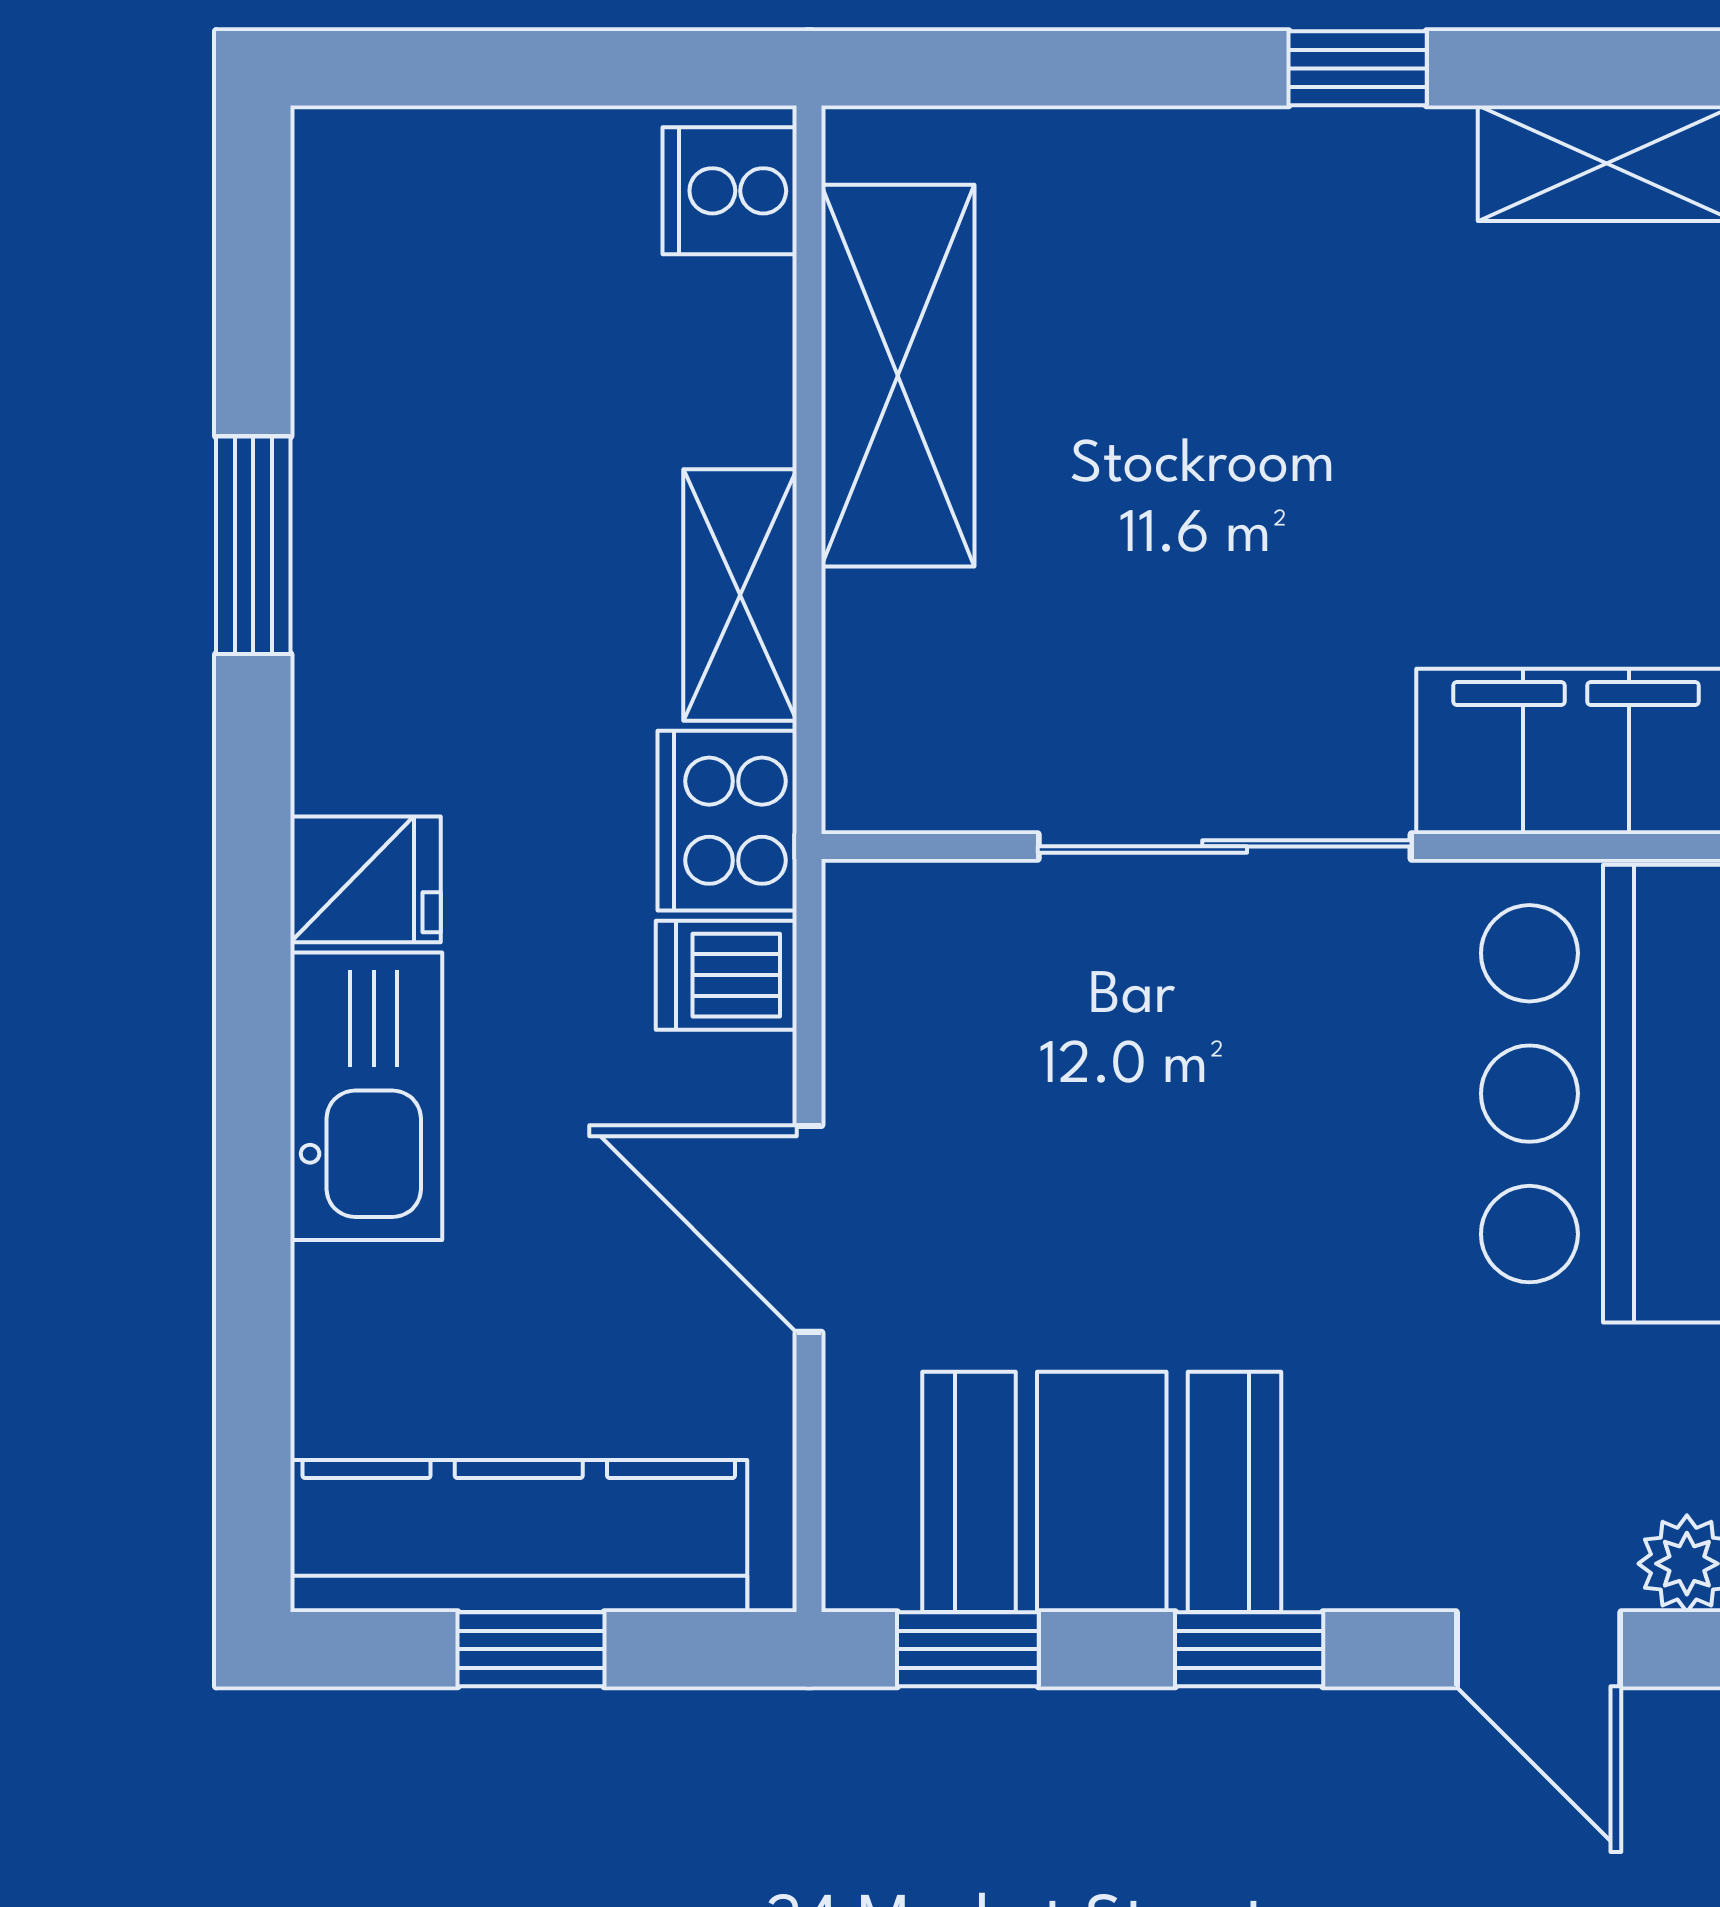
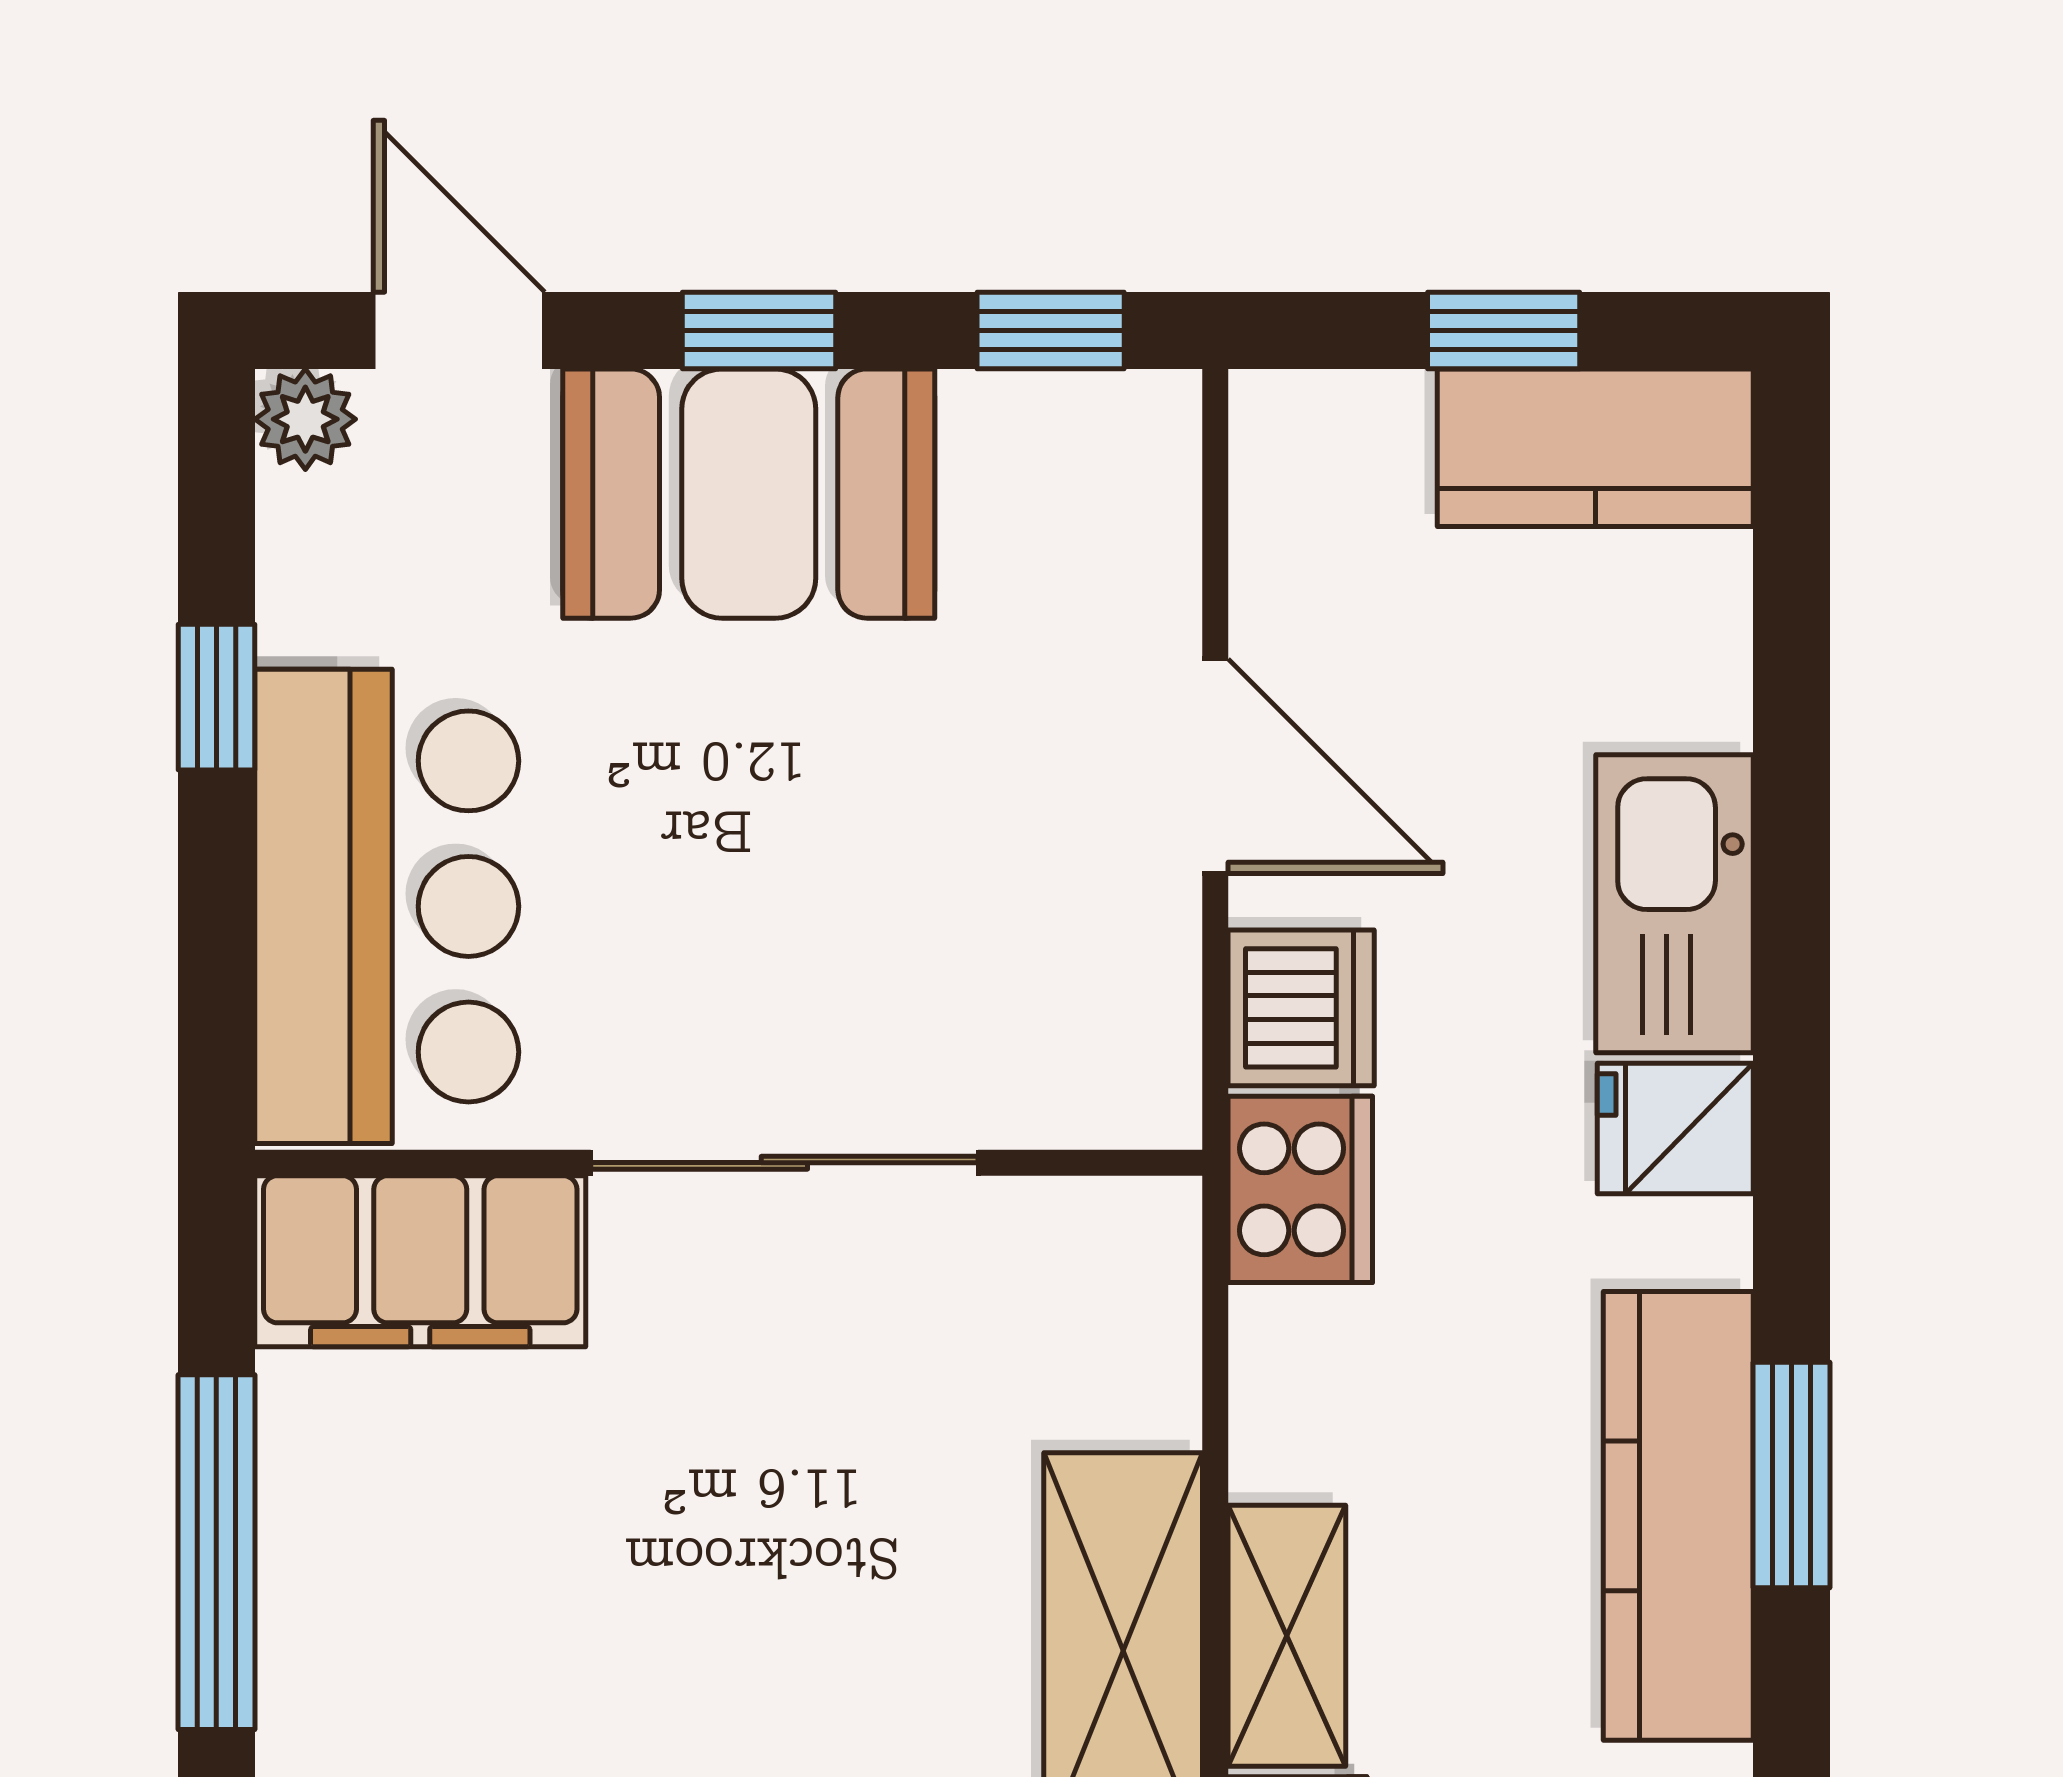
kitchen counter: (363, 506) -> (1678, 1516), added
shelving: (740, 595) -> (1287, 1636), moved
dishwasher: (726, 975) -> (1301, 1008), width x1.38
booth: (1102, 1492) -> (749, 494), moved
kitchen counter: (519, 1536) -> (1595, 448), width x0.67

